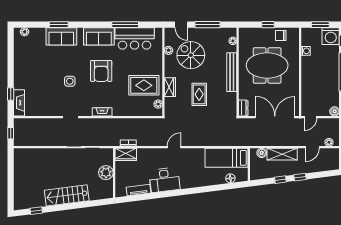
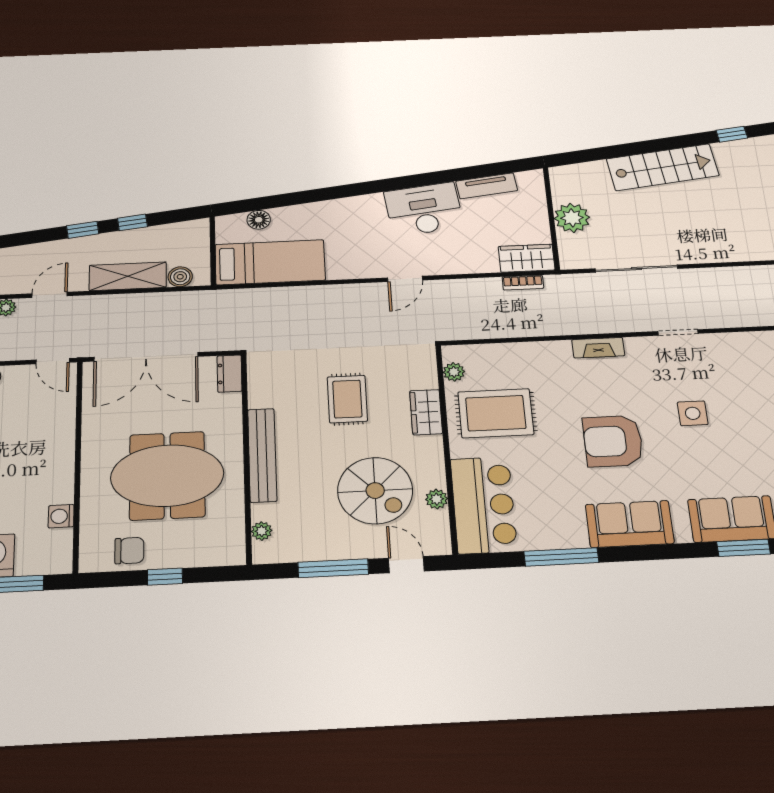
bar counter: (135, 38) -> (484, 505), moved, turned 90
armchair: (101, 71) -> (613, 441), turned -90
door: (310, 117) -> (53, 361), swing flipped

